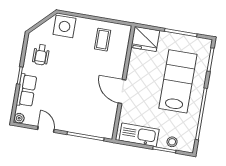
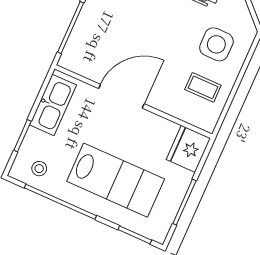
side table: (64, 26) -> (216, 44), moved
door: (122, 91) -> (121, 96), width x1.36
stool: (172, 142) -> (39, 169), moved

